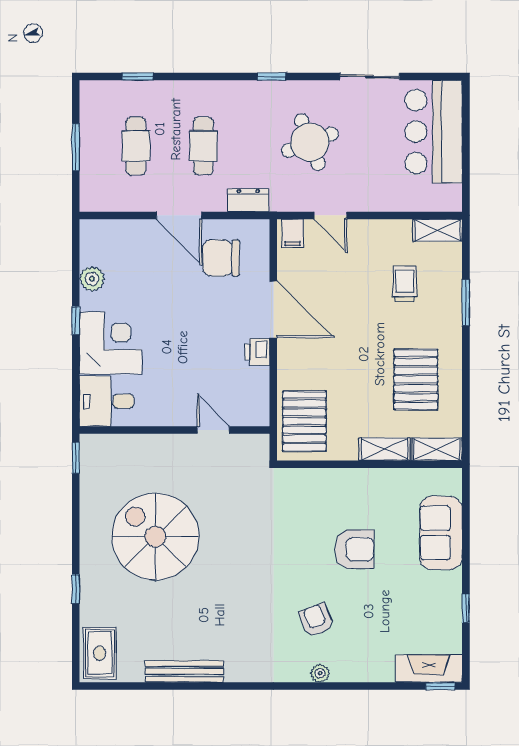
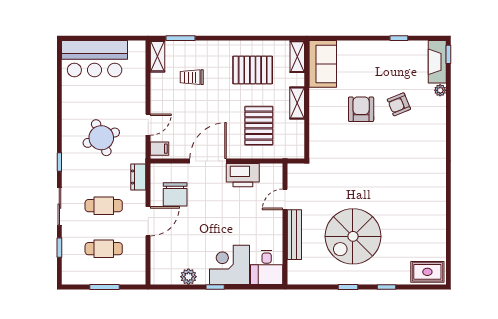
sliding door: (370, 76) -> (59, 206), moved
window: (466, 303) -> (181, 38), moved
printer: (257, 352) -> (243, 175), width x1.87, depth x1.48
pallet: (304, 421) -> (259, 126), moved, turned 90
shelving: (385, 449) -> (297, 103), moved
window: (76, 458) -> (348, 287), moved
sofa: (441, 533) -> (323, 64), moved, turned -90
armchair: (316, 620) -> (399, 104), moved
bench: (184, 671) -> (294, 235), moved
plant: (320, 673) -> (440, 90), moved

